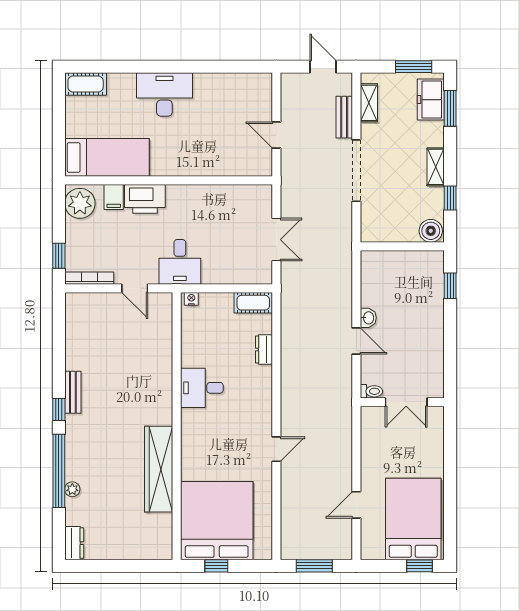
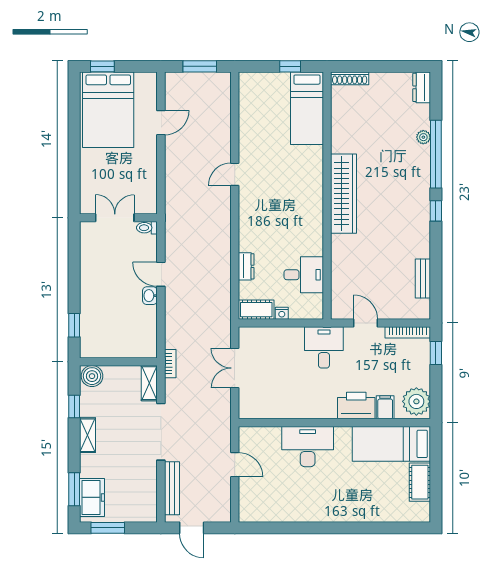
cot: (86, 84) -> (420, 482), moved, turned 90
desk: (164, 95) -> (308, 447), moved, turned 180
shelving: (369, 103) -> (149, 383), moved
bench: (344, 117) -> (172, 488), width x1.36
bookcase: (346, 244) -> (170, 364), added
nightstand: (191, 299) -> (282, 313), moved
desk: (202, 388) -> (304, 275), moved
bench: (73, 392) -> (423, 279), moved
wardrobe: (159, 469) -> (344, 194), moved
bed: (217, 521) -> (307, 108), width x0.49
shoe rack: (152, 553) -> (350, 78), added

